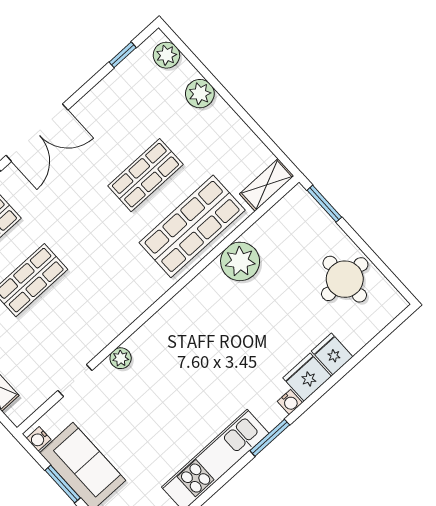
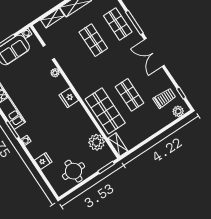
trolley: (141, 92) -> (164, 98), added
plant: (200, 94) -> (160, 123), removed
plant: (240, 261) -> (97, 142), moved
fridge: (307, 377) -> (69, 98), moved, turned 180

